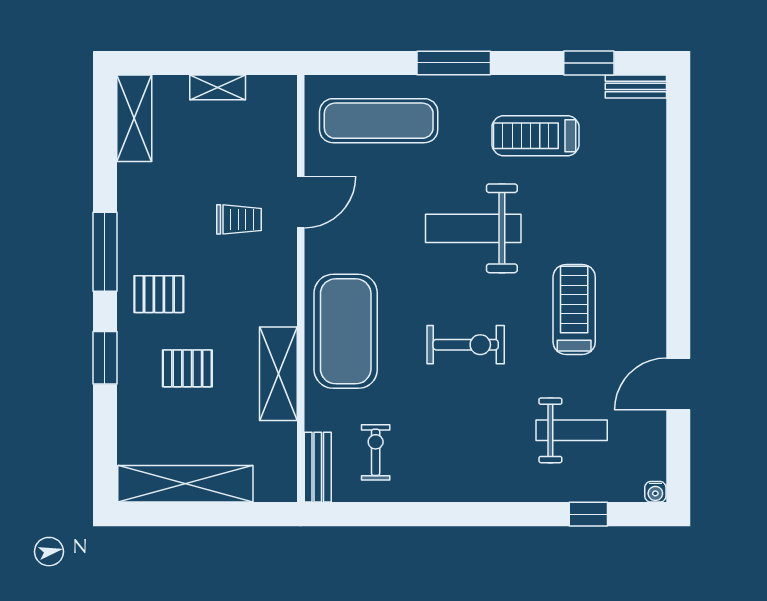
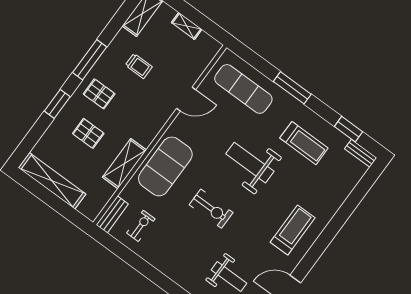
treadmill: (536, 136) -> (304, 143), turned 180
trolley: (239, 219) -> (139, 66), moved
treadmill: (574, 310) -> (293, 230), moved

